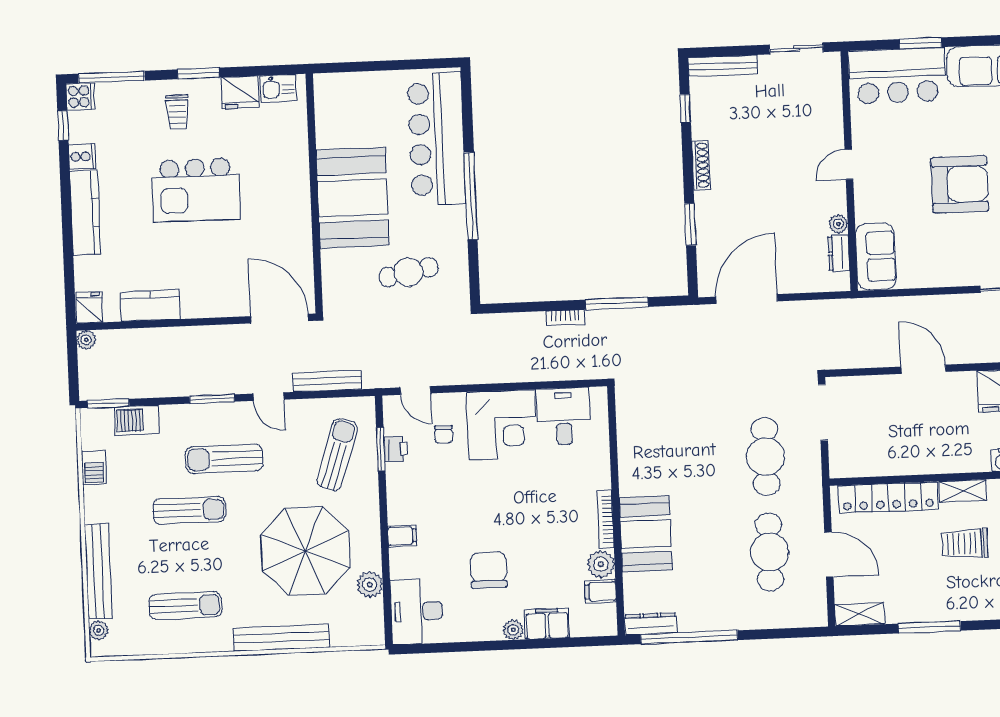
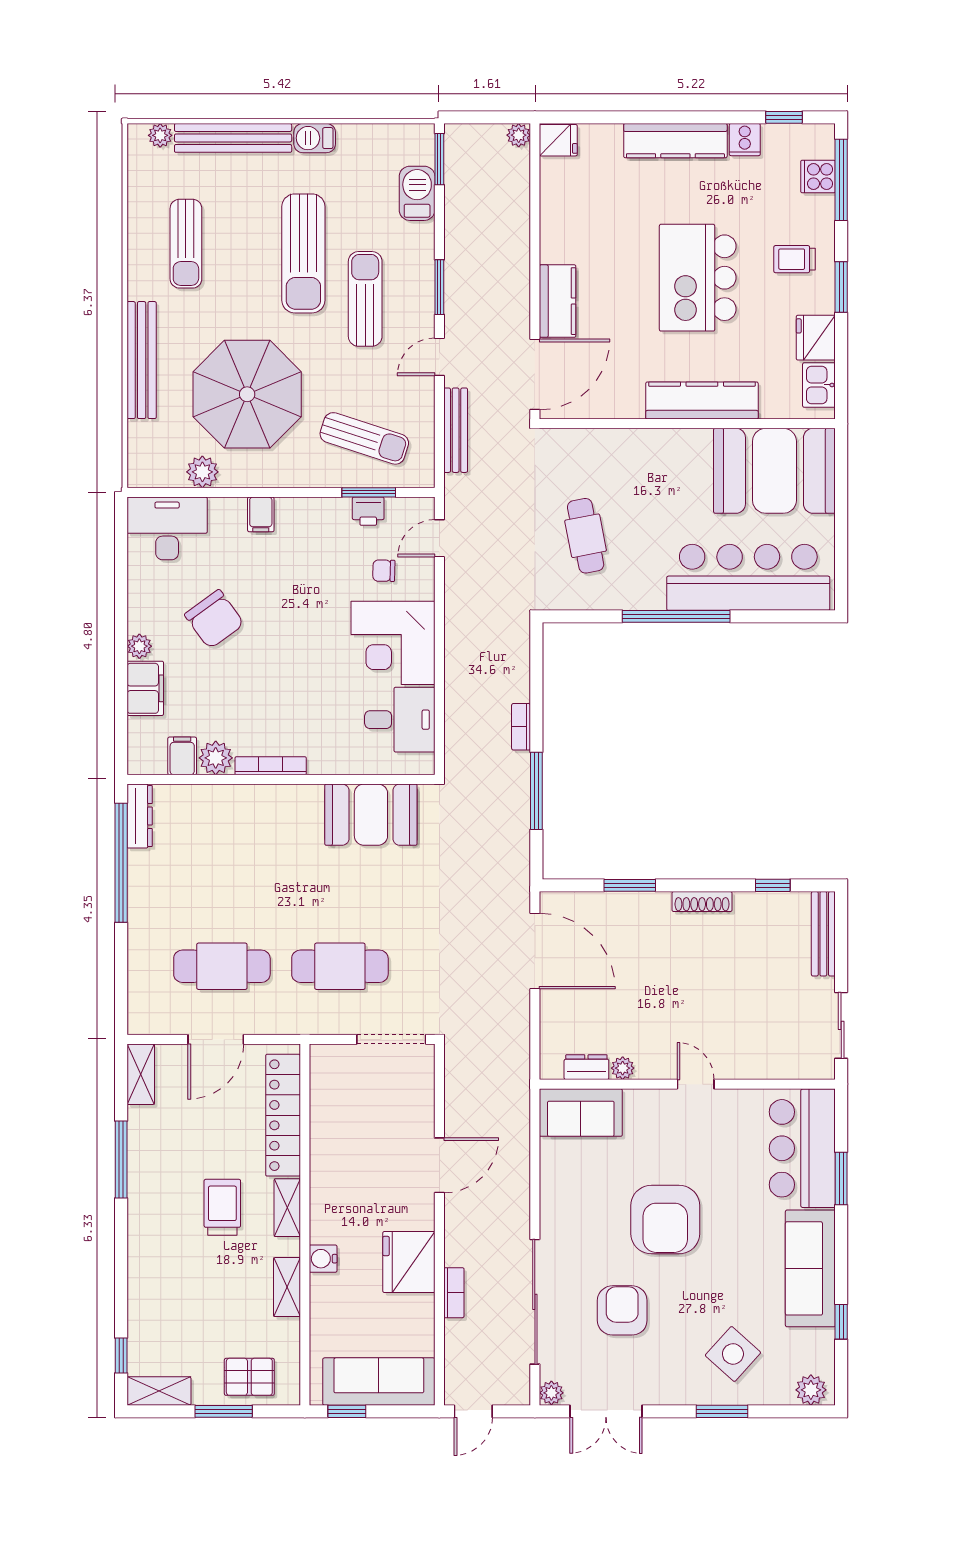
cooker: (80, 96) -> (818, 176), moved, turned 90
kitchen counter: (295, 182) -> (702, 401), added
booth: (353, 198) -> (774, 471), moved
kitchen counter: (150, 306) -> (558, 301), moved
barbecue: (94, 468) -> (315, 138), moved
sun lounger: (189, 510) -> (303, 253), width x1.36, depth x1.34
booth: (646, 534) -> (371, 815), moved
chair: (489, 570) -> (214, 619), turned 54

